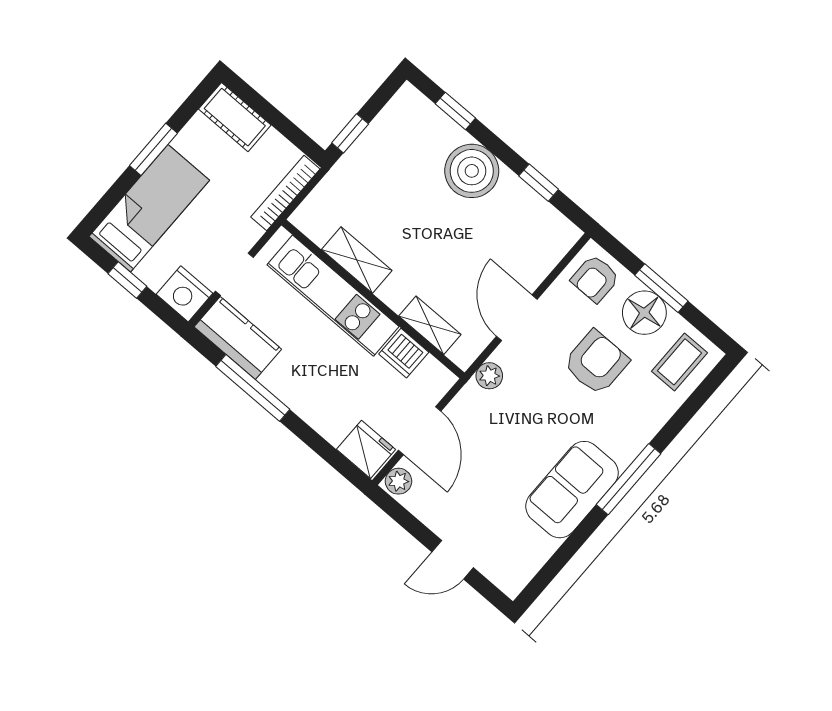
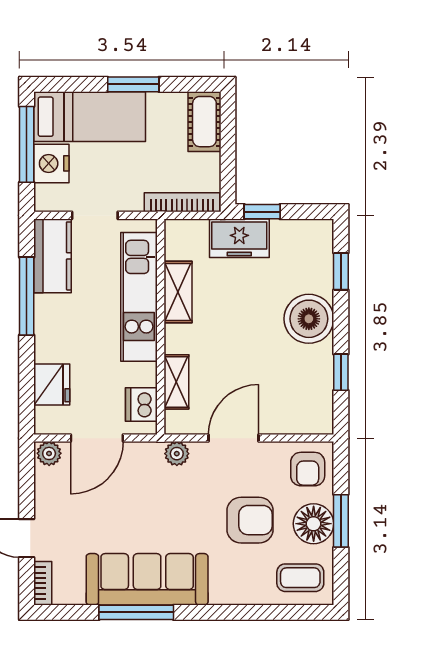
freezer: (356, 171) -> (239, 238), added
armchair: (595, 279) -> (308, 469), turned -90
window: (127, 280) -> (27, 144), width x2.17
nightstand: (185, 294) -> (51, 163), moved
dishwasher: (404, 353) -> (141, 405), moved
fridge: (366, 449) -> (52, 385), moved
window: (628, 479) -> (136, 612), moved
sofa: (572, 490) -> (147, 579), width x1.36
bookcase: (501, 579) -> (43, 583), added

